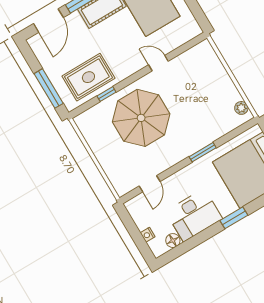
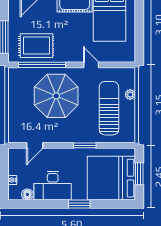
window: (106, 94) -> (42, 65), width x3.17
sun lounger: (205, 98) -> (109, 108), added
plant: (241, 108) -> (130, 95), moved

